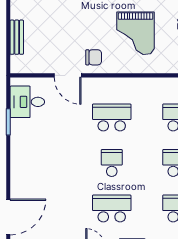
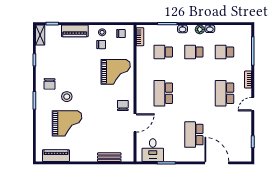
grand piano: (136, 33) -> (116, 72), moved
school desk: (112, 163) -> (194, 135), moved, width x1.85
door: (8, 217) -> (217, 163), moved

